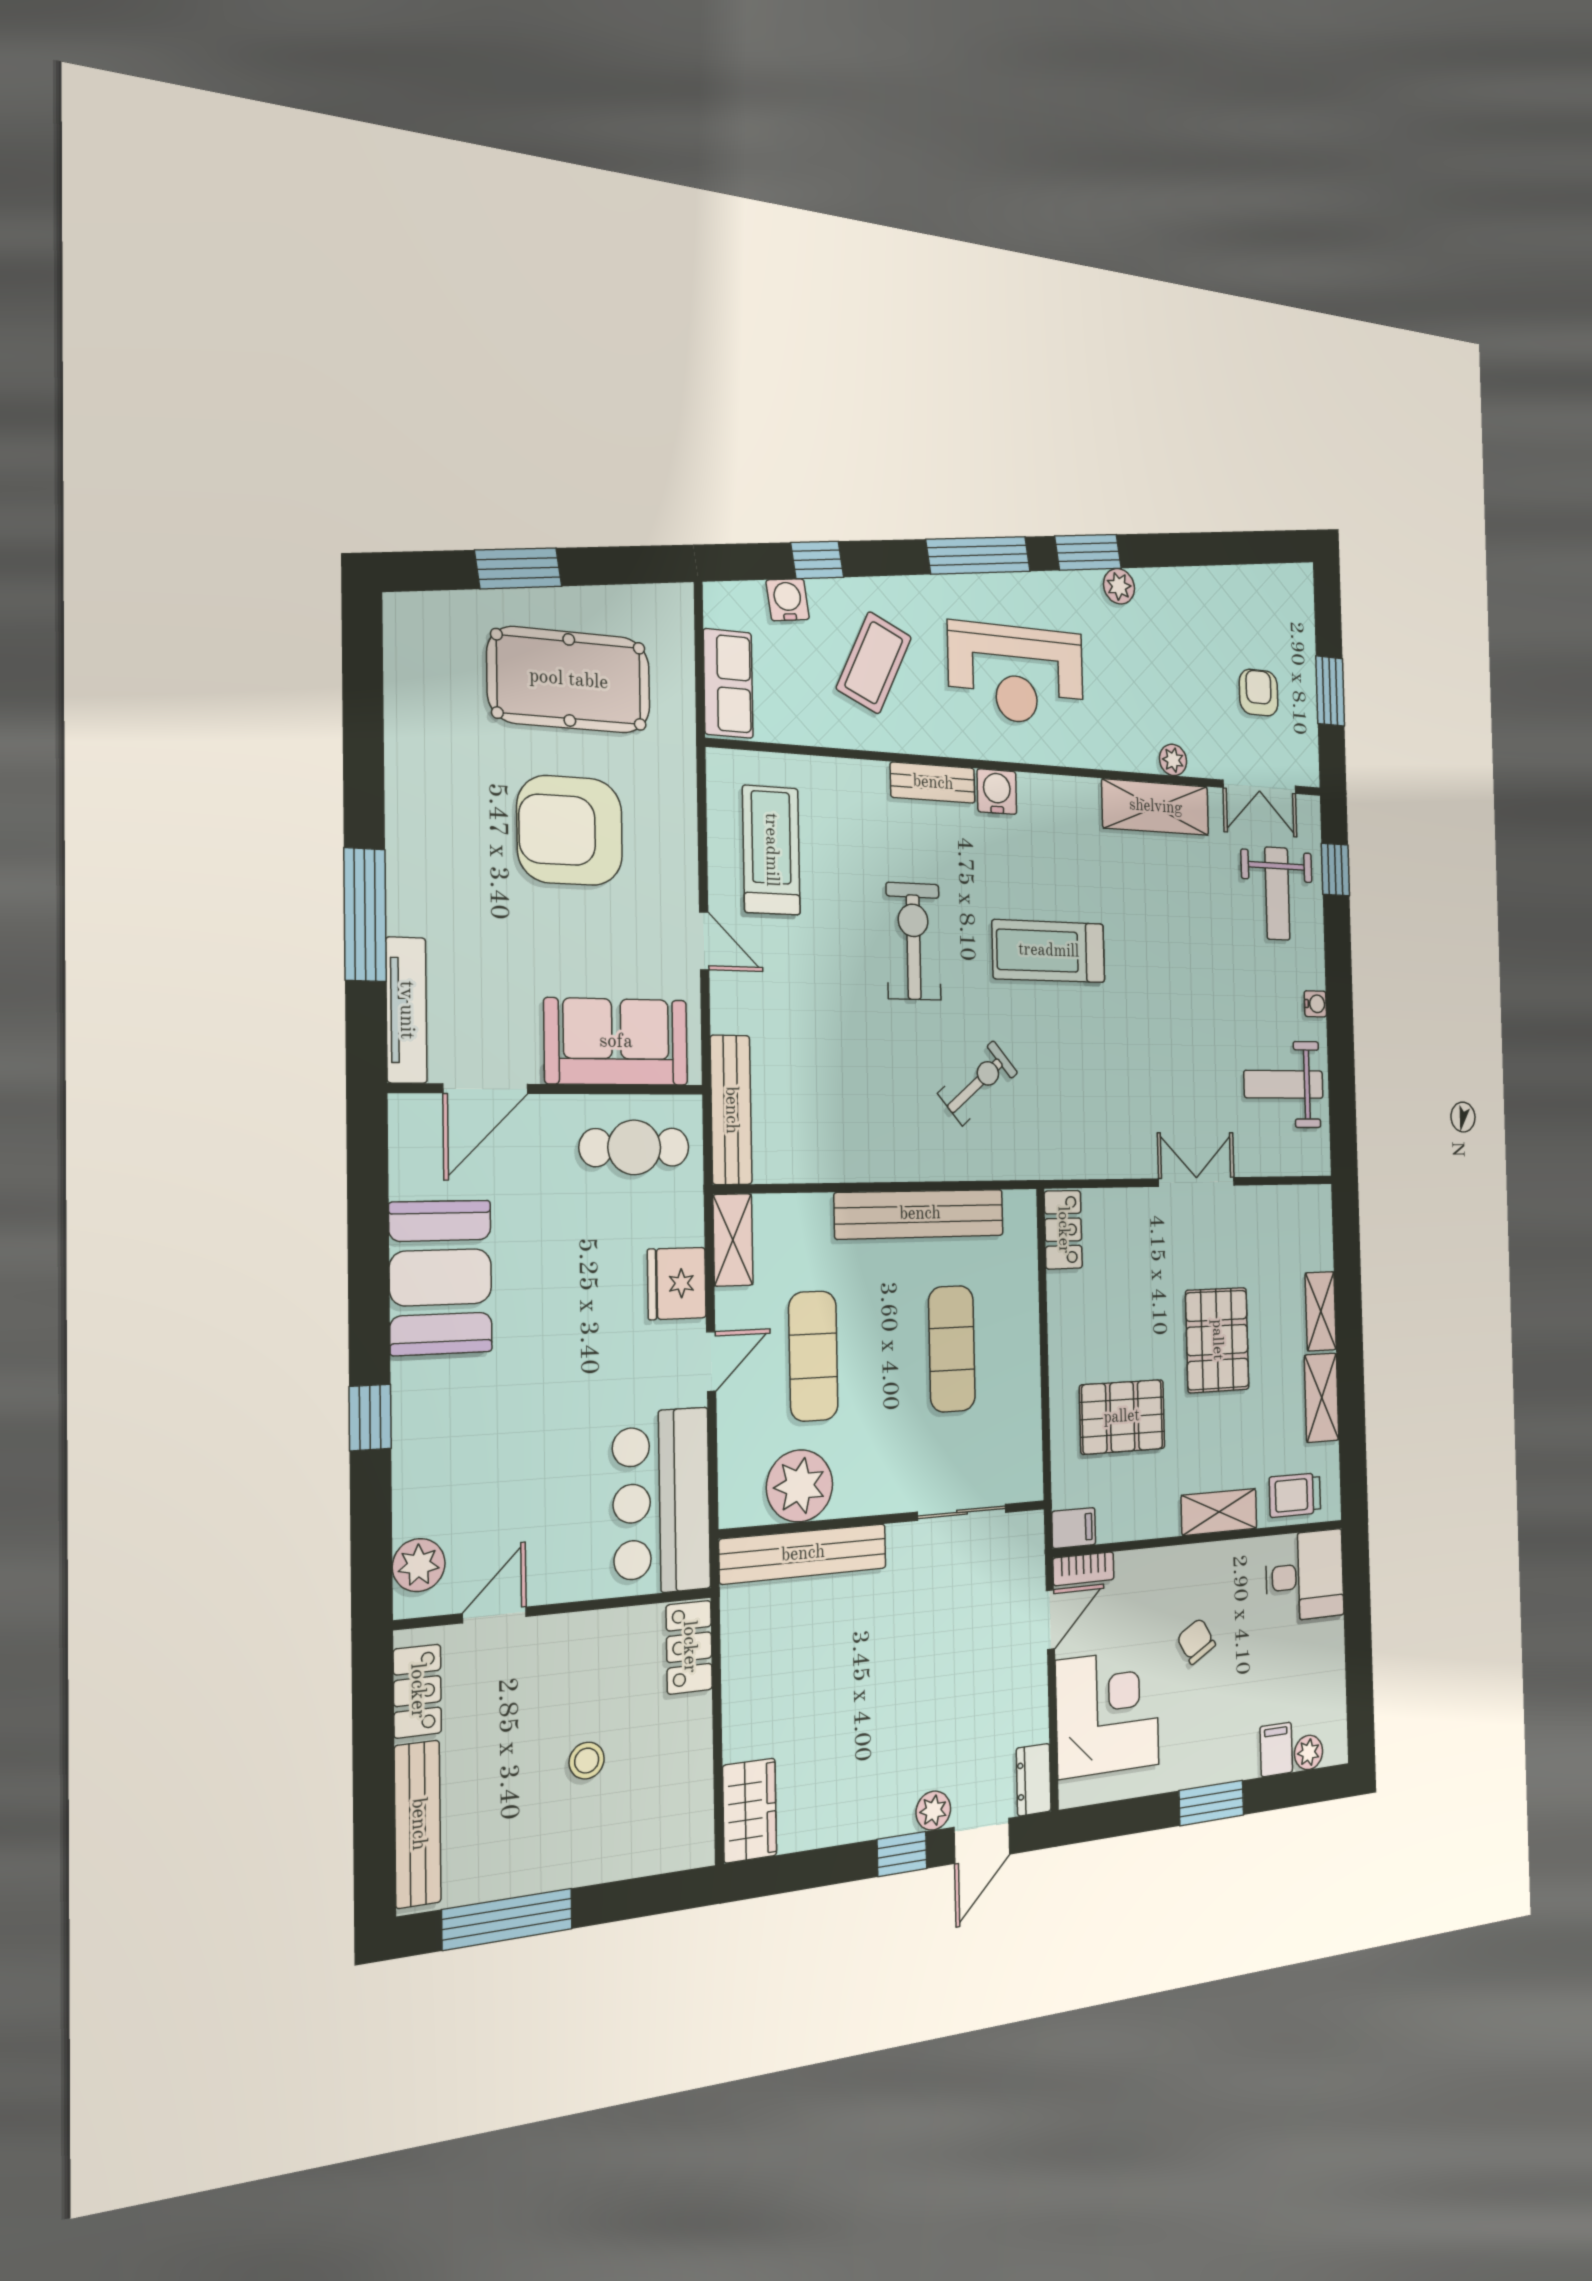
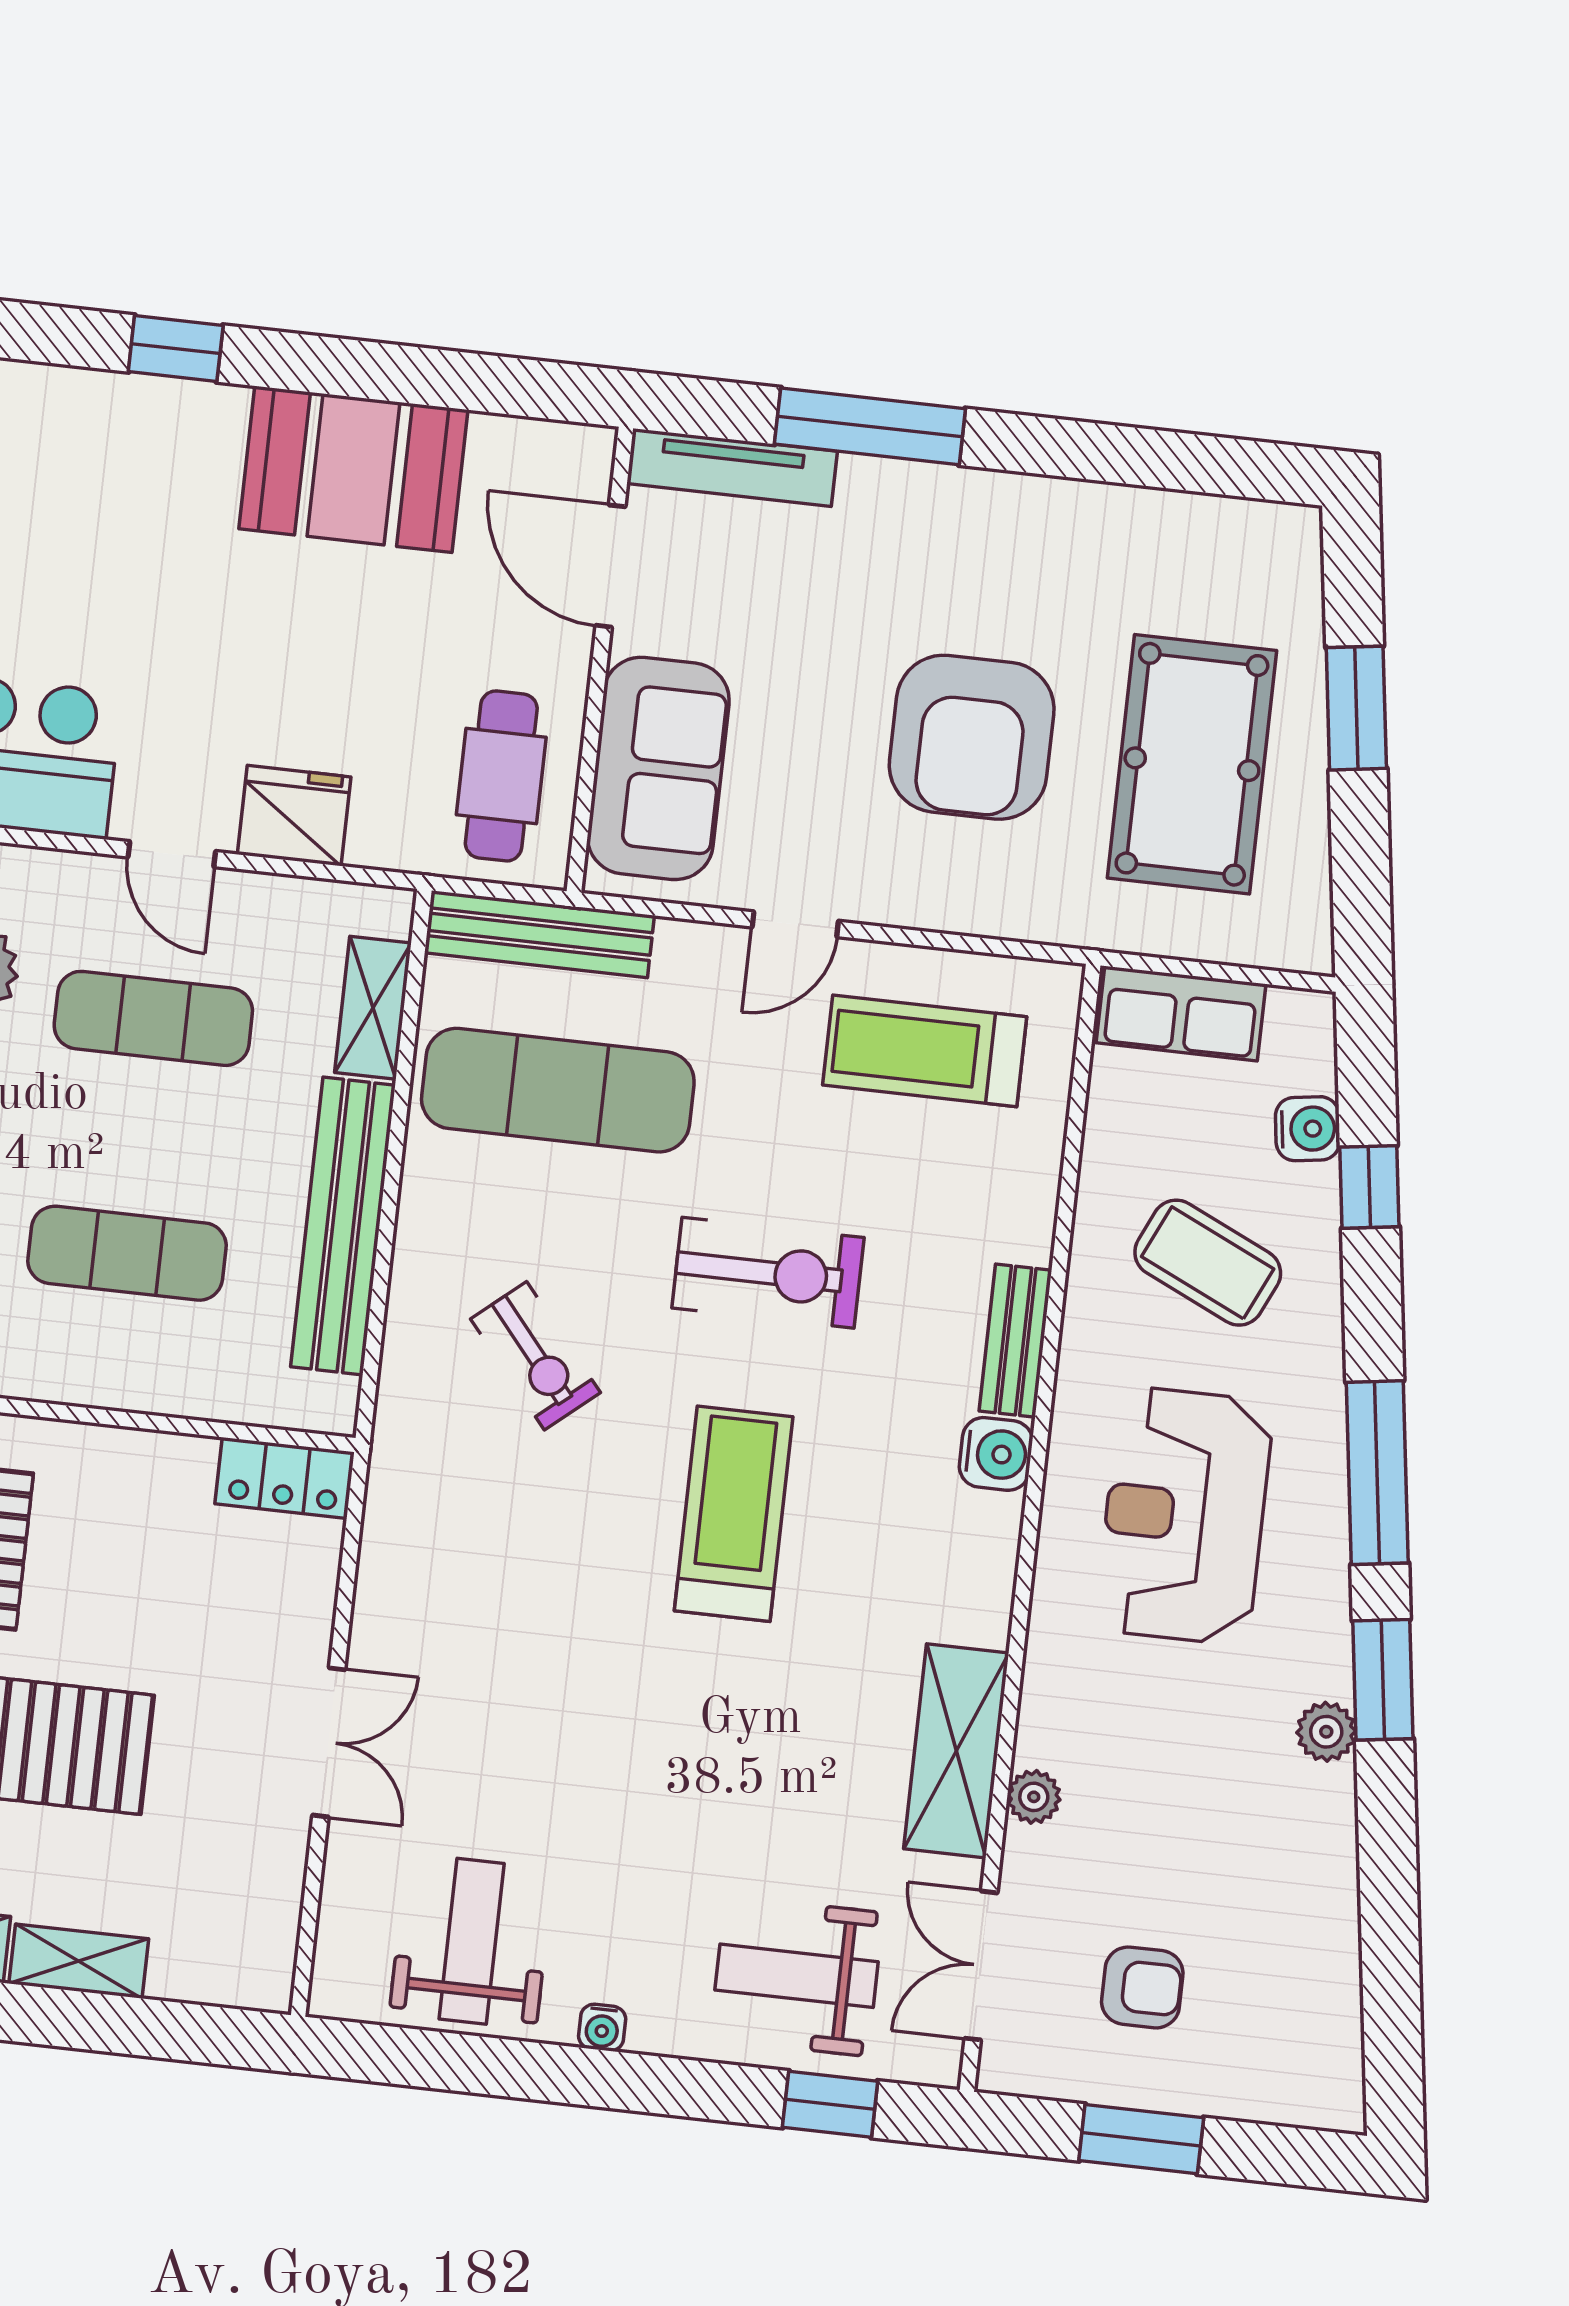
armchair: (570, 830) -> (972, 737), turned 180
treadmill: (771, 850) -> (925, 1051), turned 180
exercise mat: (824, 1087) -> (558, 1090), added
shelving: (733, 1240) -> (373, 1008), moved, turned 90

